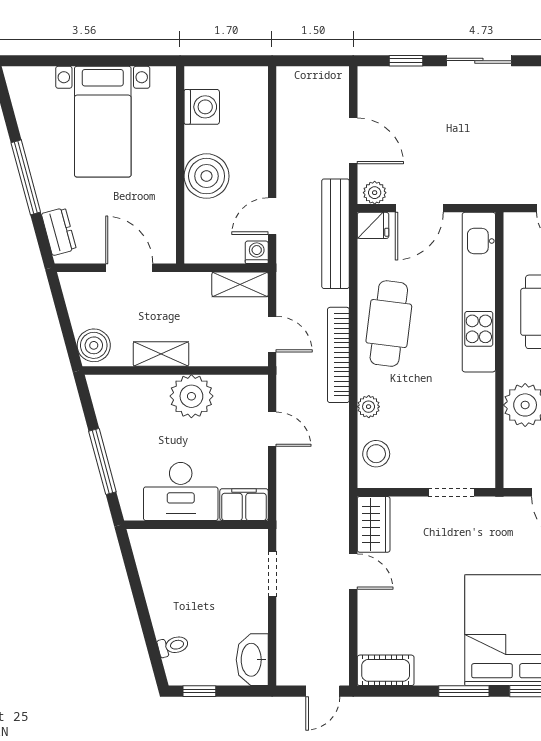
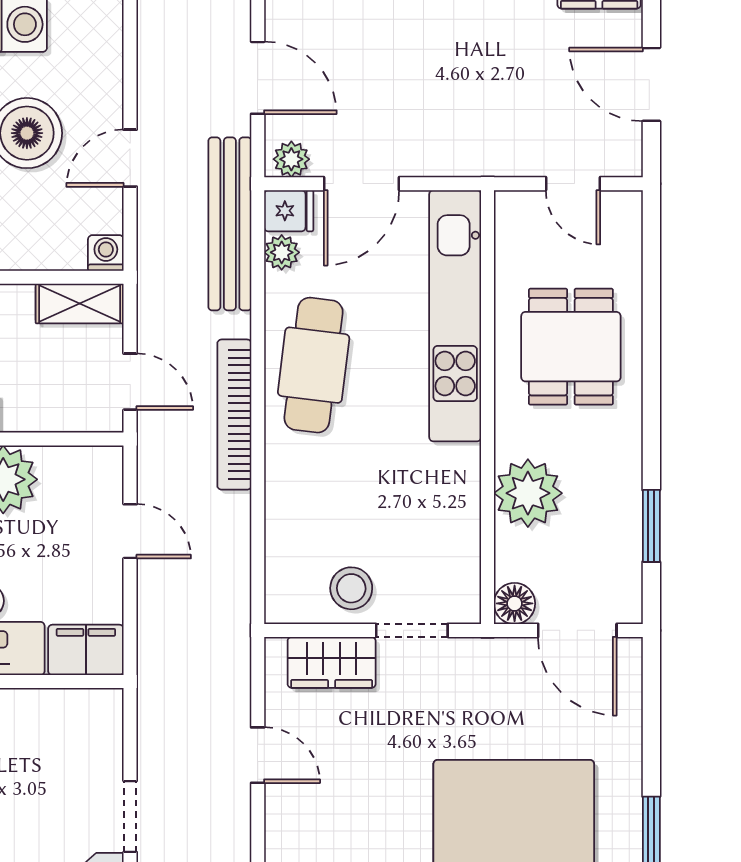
door: (272, 216) -> (130, 158), moved
plant: (369, 407) -> (282, 252), moved
stool: (376, 454) -> (351, 588), moved
floor lamp: (517, 475) -> (515, 603), added
wardrobe: (374, 524) -> (332, 662), moved, turned 90
doorway: (272, 574) -> (130, 817), moved

